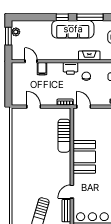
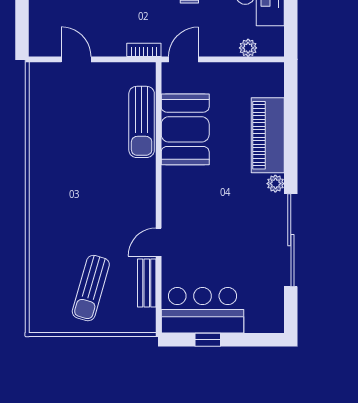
door: (84, 107) -> (184, 59), hinge flipped
booth: (84, 157) -> (185, 129), moved

